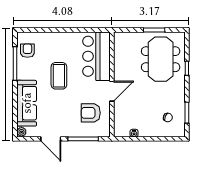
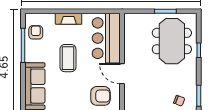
fireplace: (60, 37) -> (69, 19), added
door: (112, 91) -> (122, 74), swing flipped
armchair: (91, 113) -> (100, 96), turned 180

